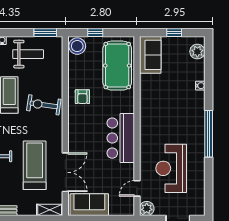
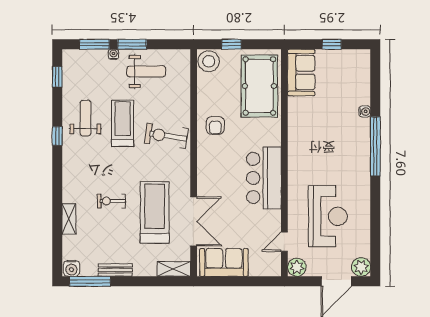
window: (45, 33) -> (132, 44), moved
plant: (197, 52) -> (361, 267), moved
window: (209, 134) -> (375, 146), moved
reception desk: (171, 168) -> (328, 216), turned 180

